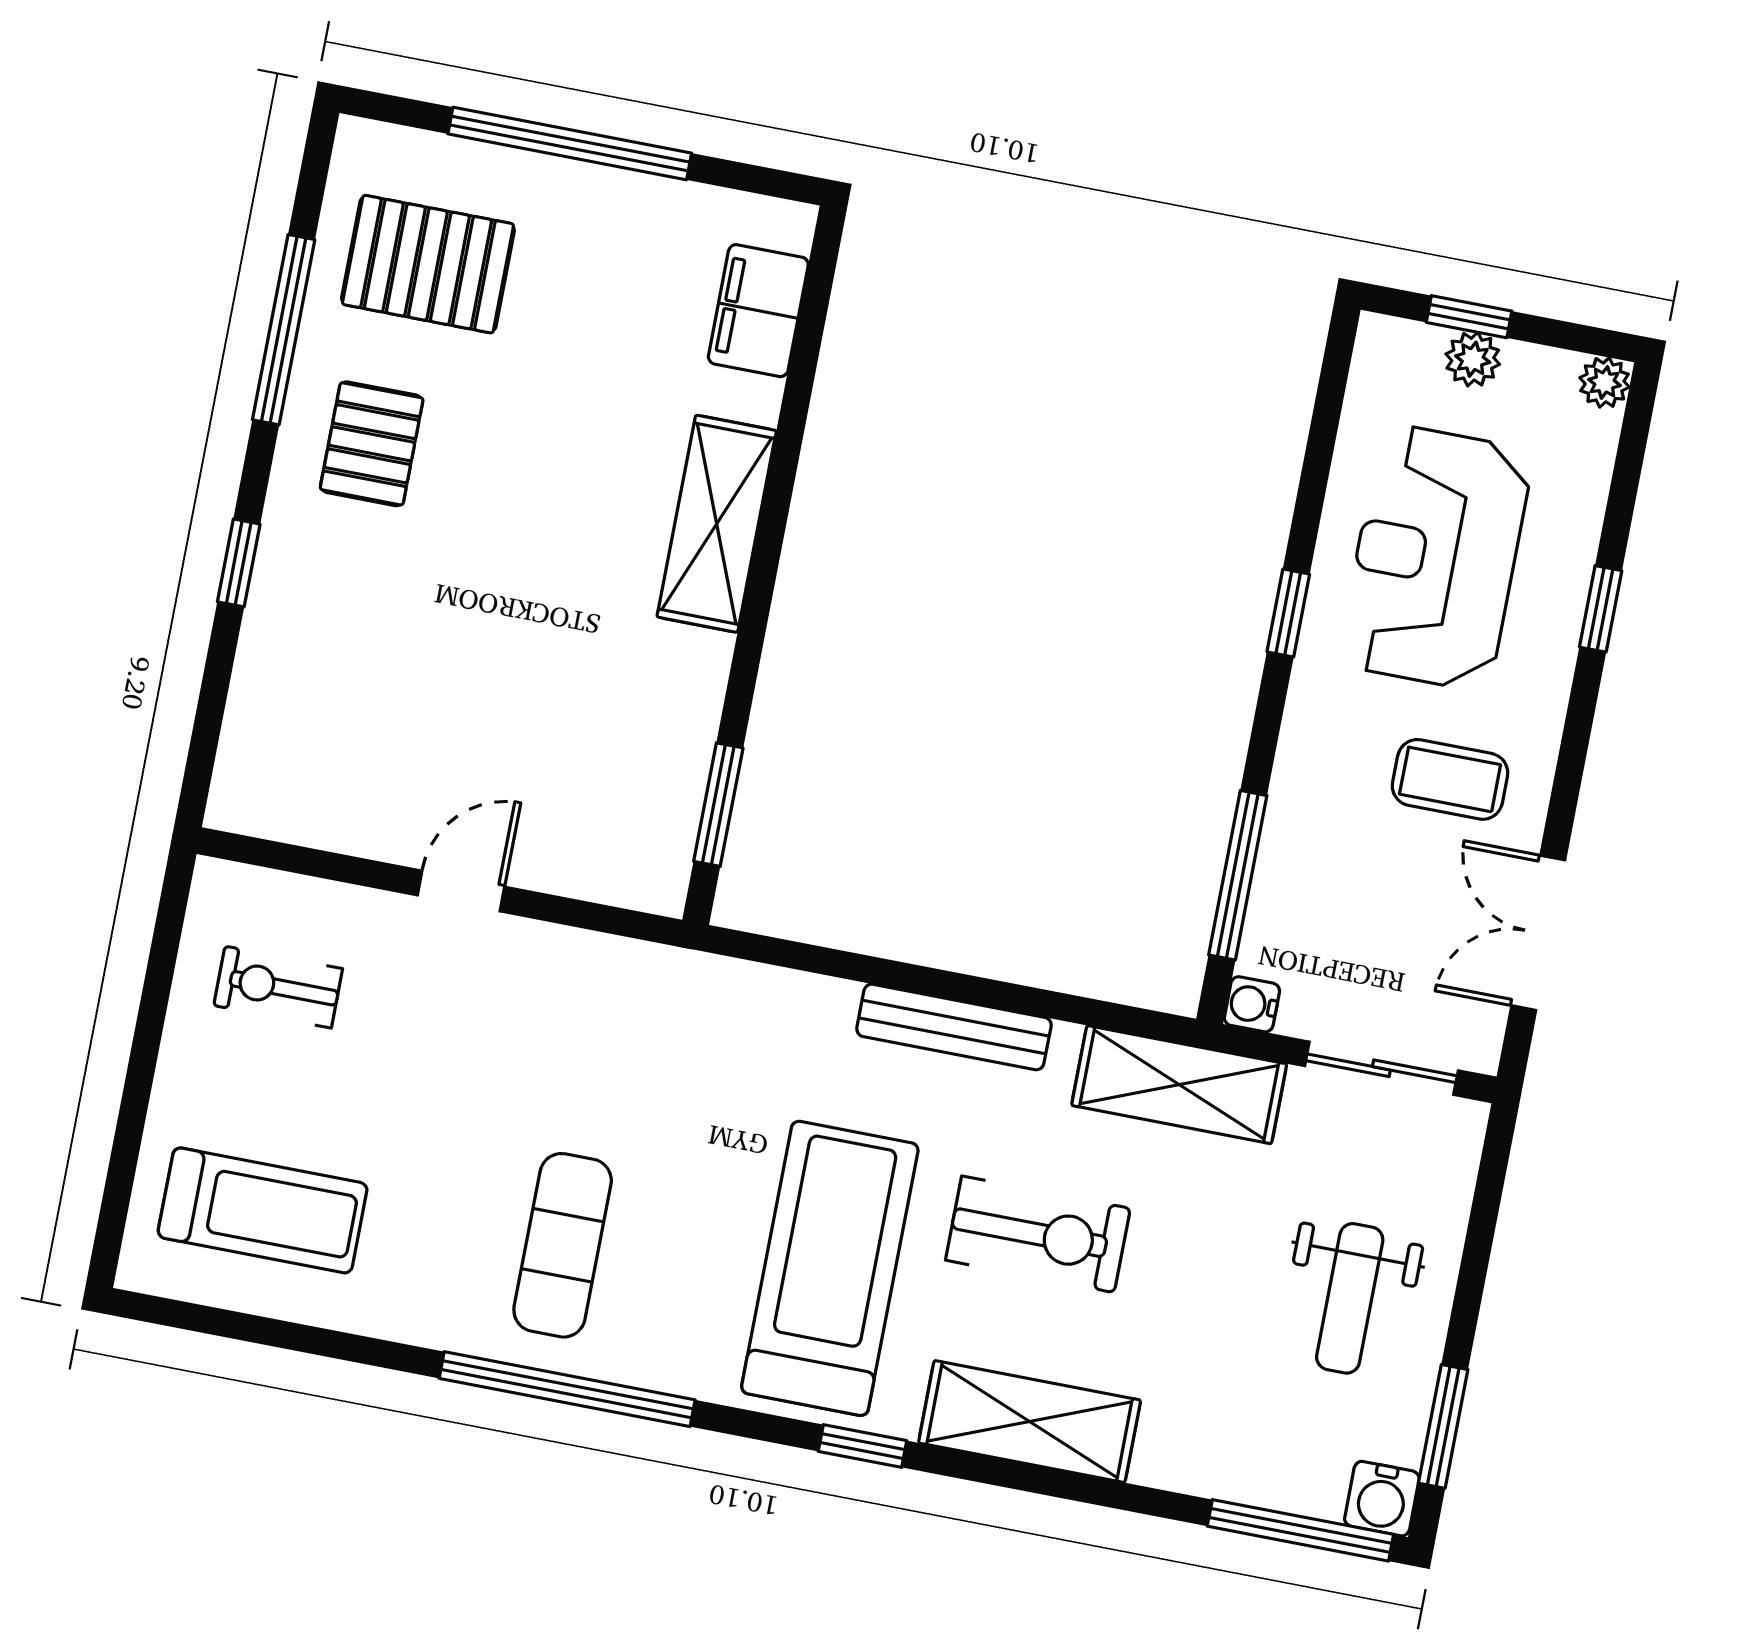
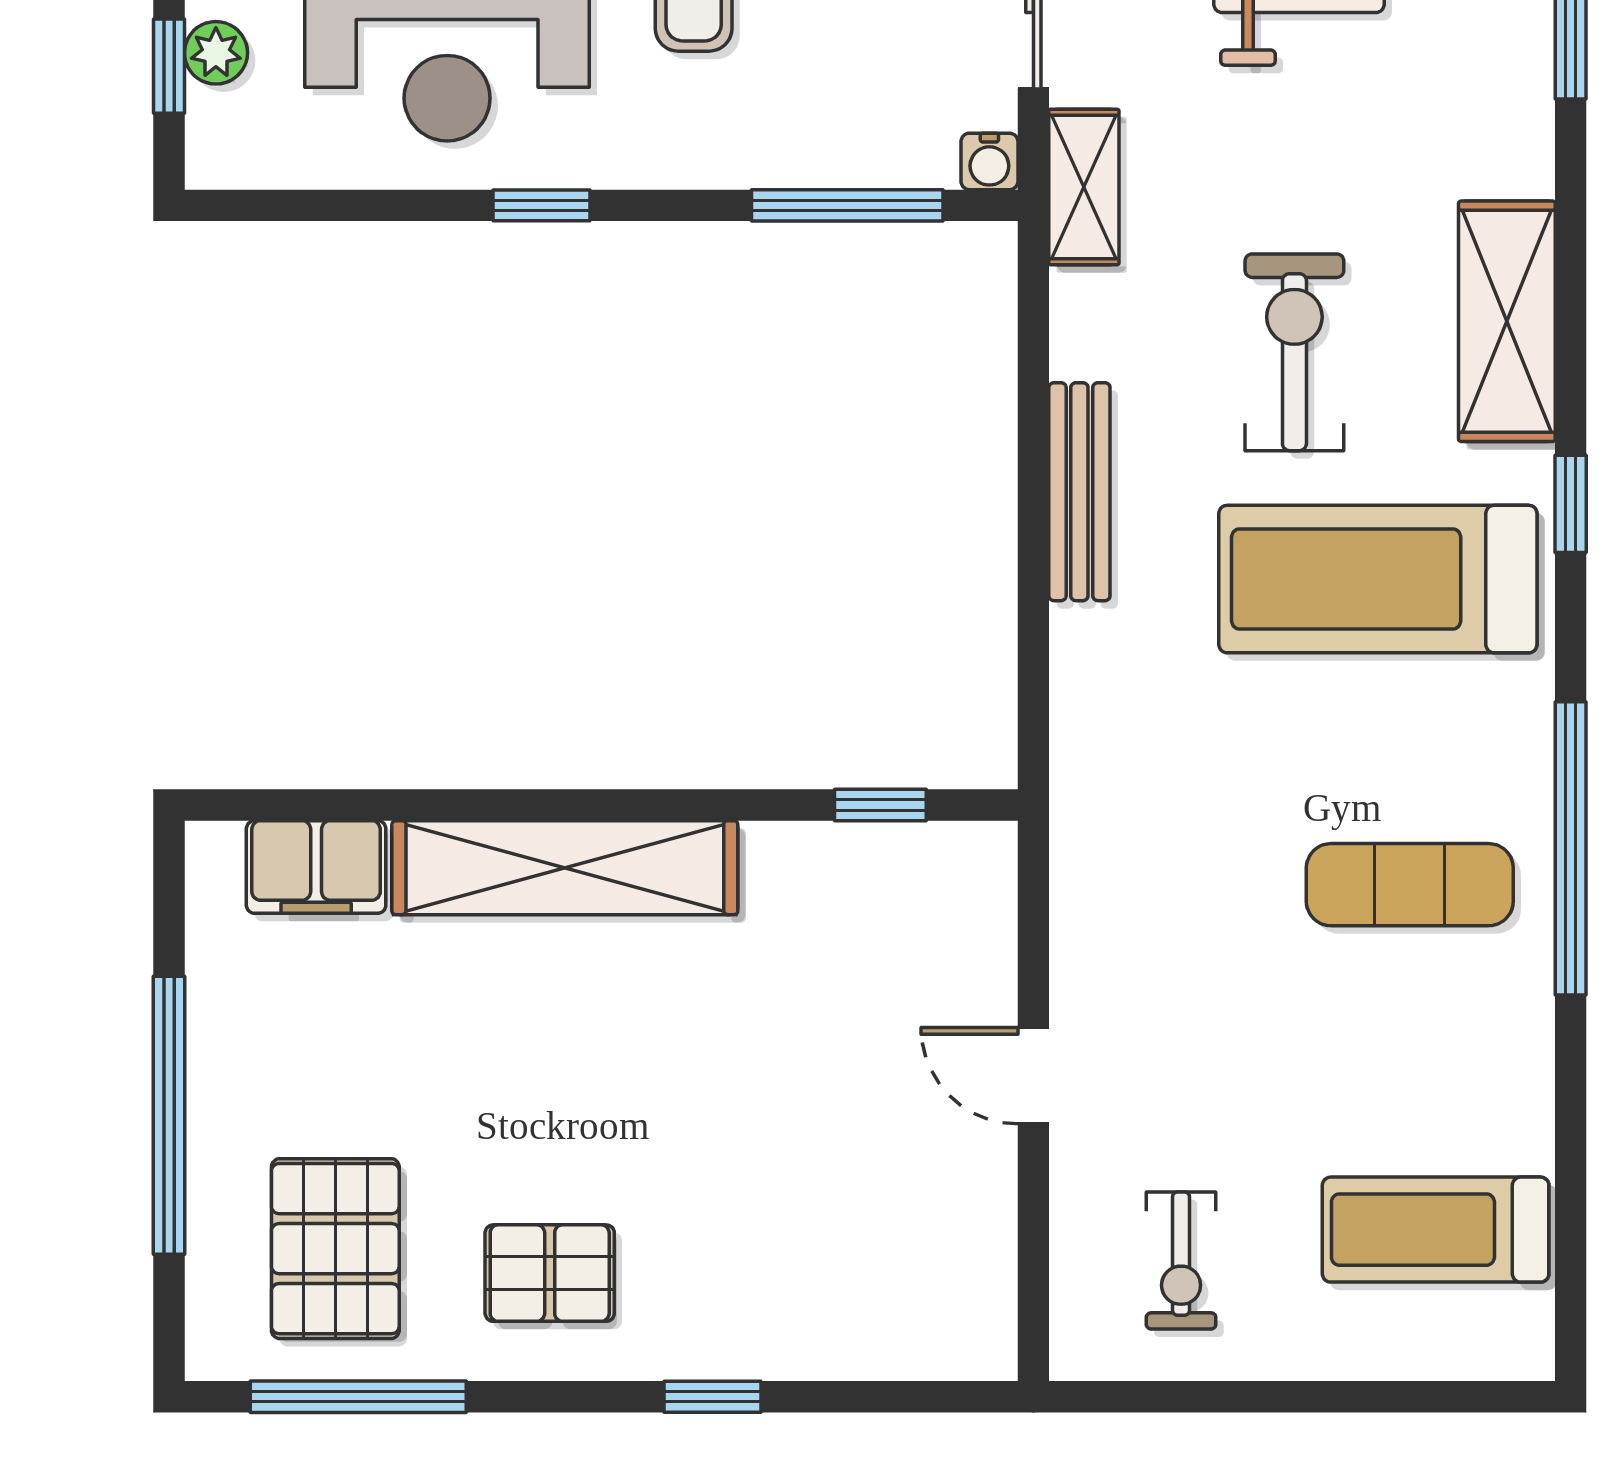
window: (284, 330) -> (358, 1397), moved
shelving: (717, 524) -> (565, 868), width x1.47
window: (718, 805) -> (880, 805), width x0.67
shelving: (1179, 1085) -> (1084, 187), width x0.67, depth x0.75
treadmill: (263, 1210) -> (1436, 1230), turned -90

